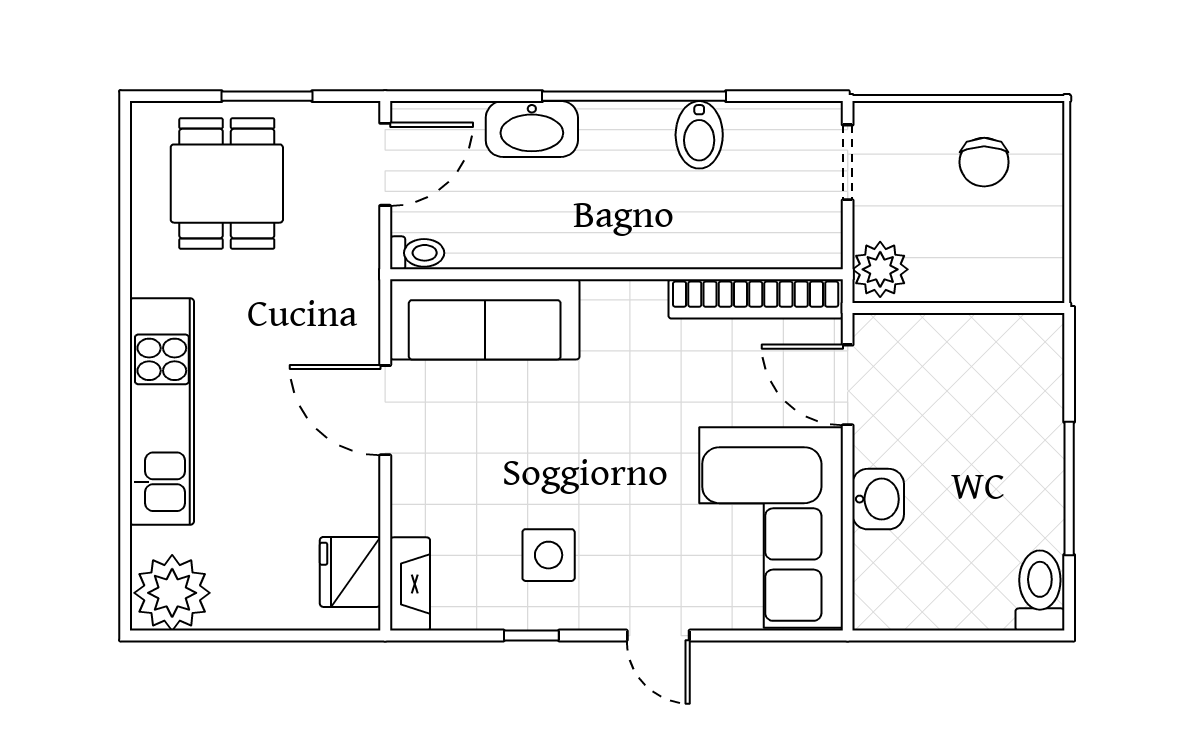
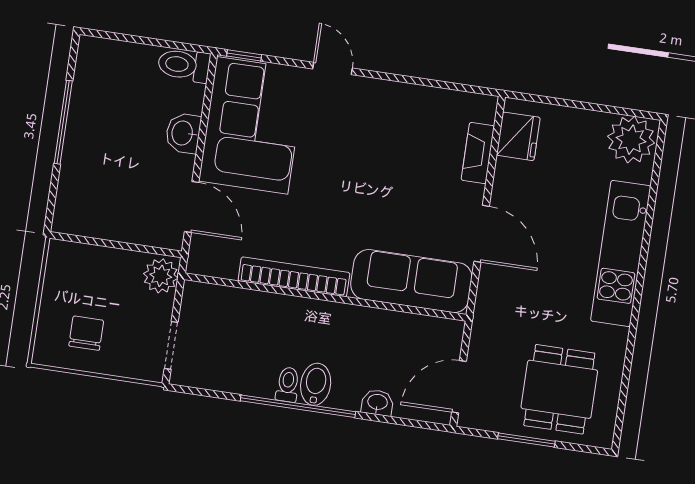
washbasin: (532, 129) -> (377, 403), width x0.52, depth x0.69
bidet: (699, 135) -> (316, 384), moved
toilet: (417, 253) -> (288, 385), moved, turned 90
bookcase: (756, 299) -> (294, 277), moved
side table: (549, 555) -> (393, 129), removed
fireplace: (410, 584) -> (478, 153), moved
toilet: (1040, 591) -> (184, 65), moved, turned 90
window: (531, 636) -> (244, 55), moved

